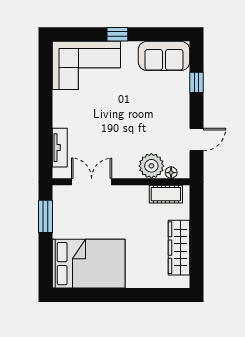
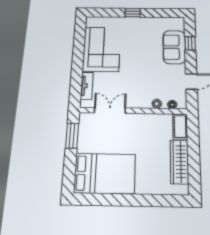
sofa: (164, 56) -> (174, 47), moved, turned 90
corner sofa: (86, 65) -> (102, 49), moved, turned -90
plant: (151, 166) -> (157, 104), width x0.53, depth x0.53
cot: (166, 194) -> (180, 127), moved, turned 90

